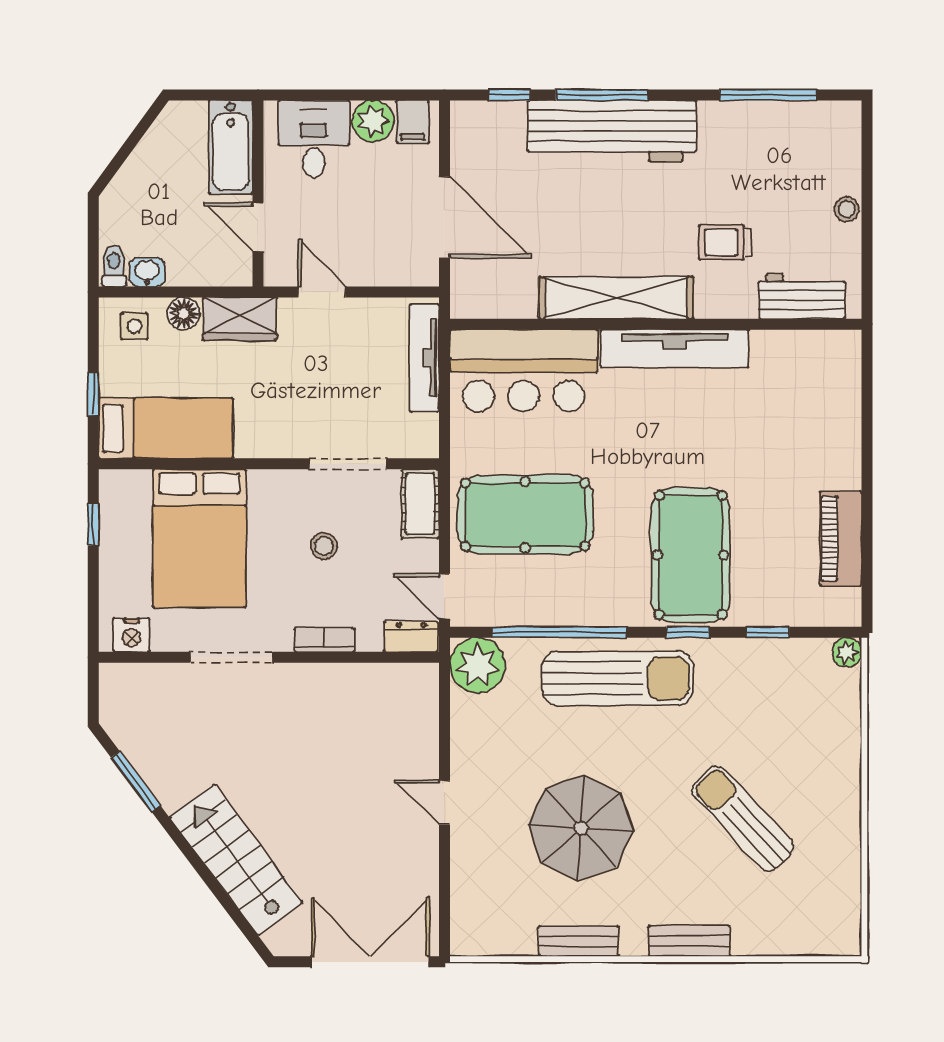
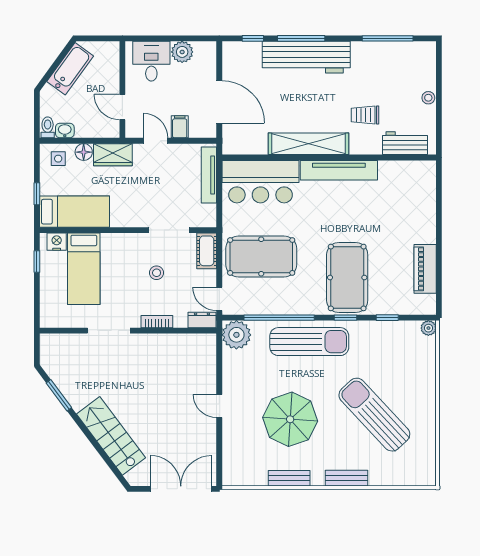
filing cabinet: (413, 122) -> (180, 127), moved, turned 180
bathtub: (231, 147) -> (70, 69), moved, turned -144
bed: (199, 538) -> (84, 269), width x0.67
nightstand: (131, 635) -> (57, 242), moved, turned 180
sun lounger: (743, 819) -> (374, 415), width x1.36, depth x1.34

